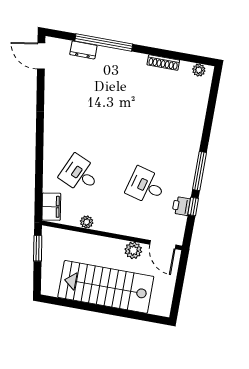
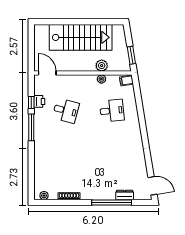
desk: (80, 174) -> (112, 111), turned -30
filing cabinet: (51, 207) -> (126, 81), width x0.50
plant: (133, 250) -> (102, 66), moved

